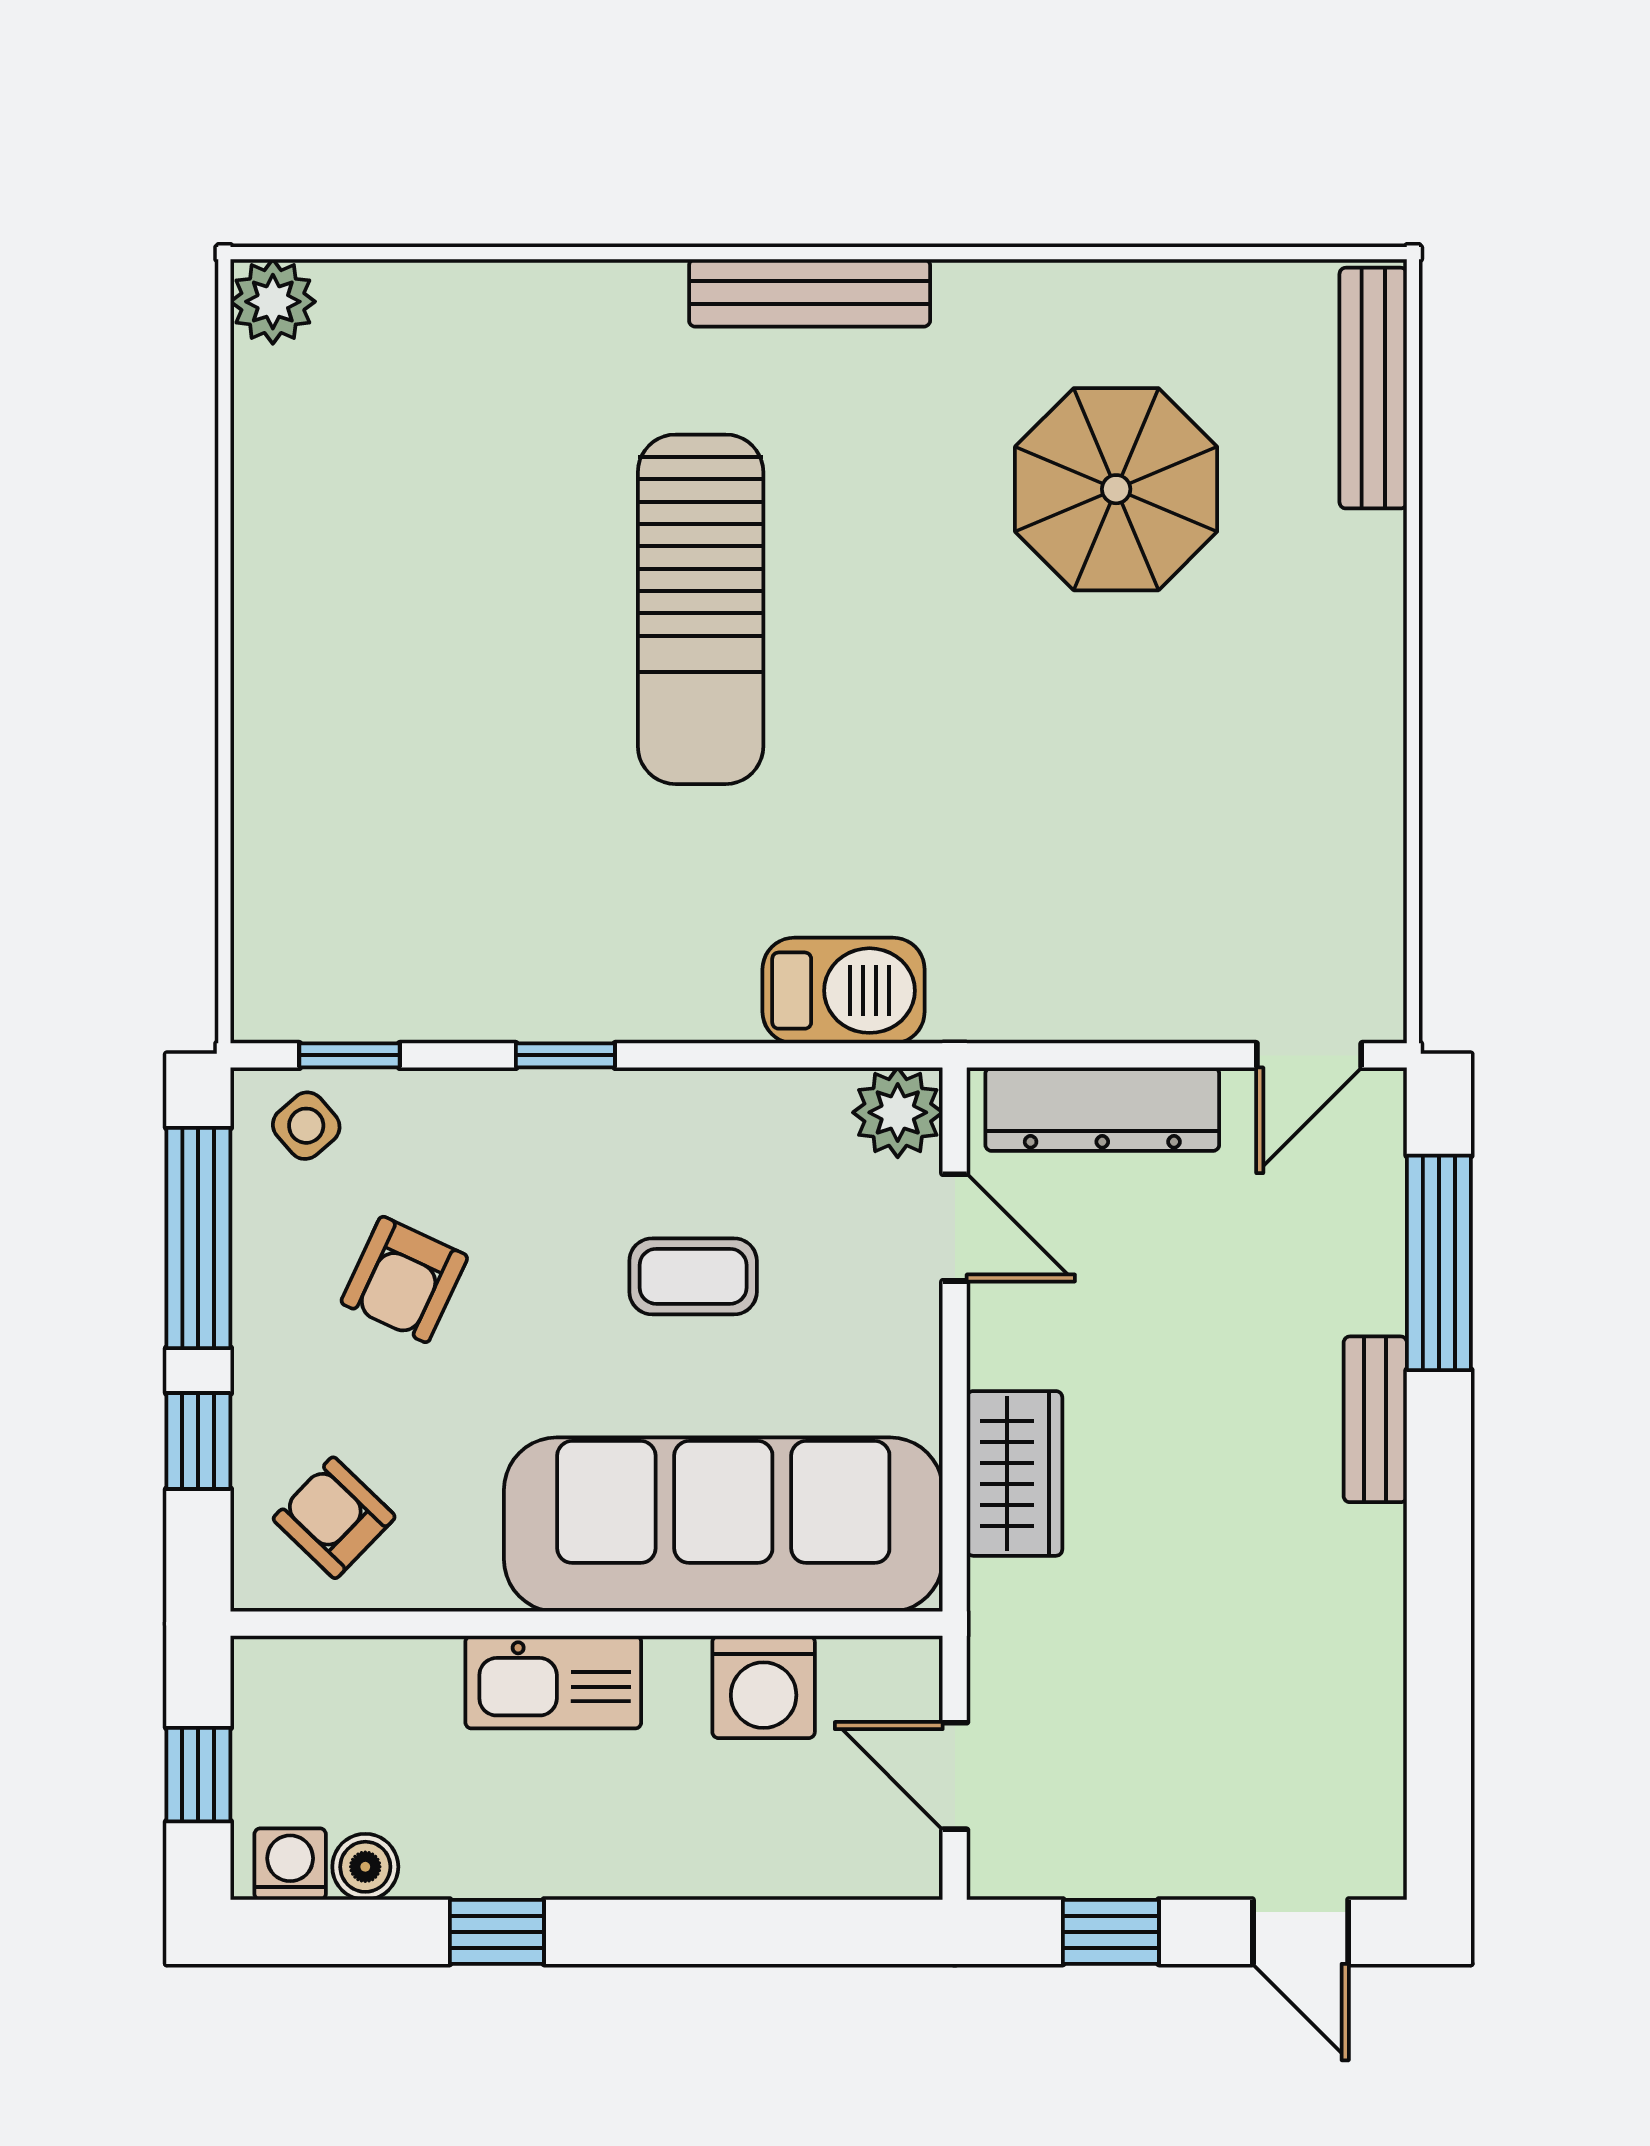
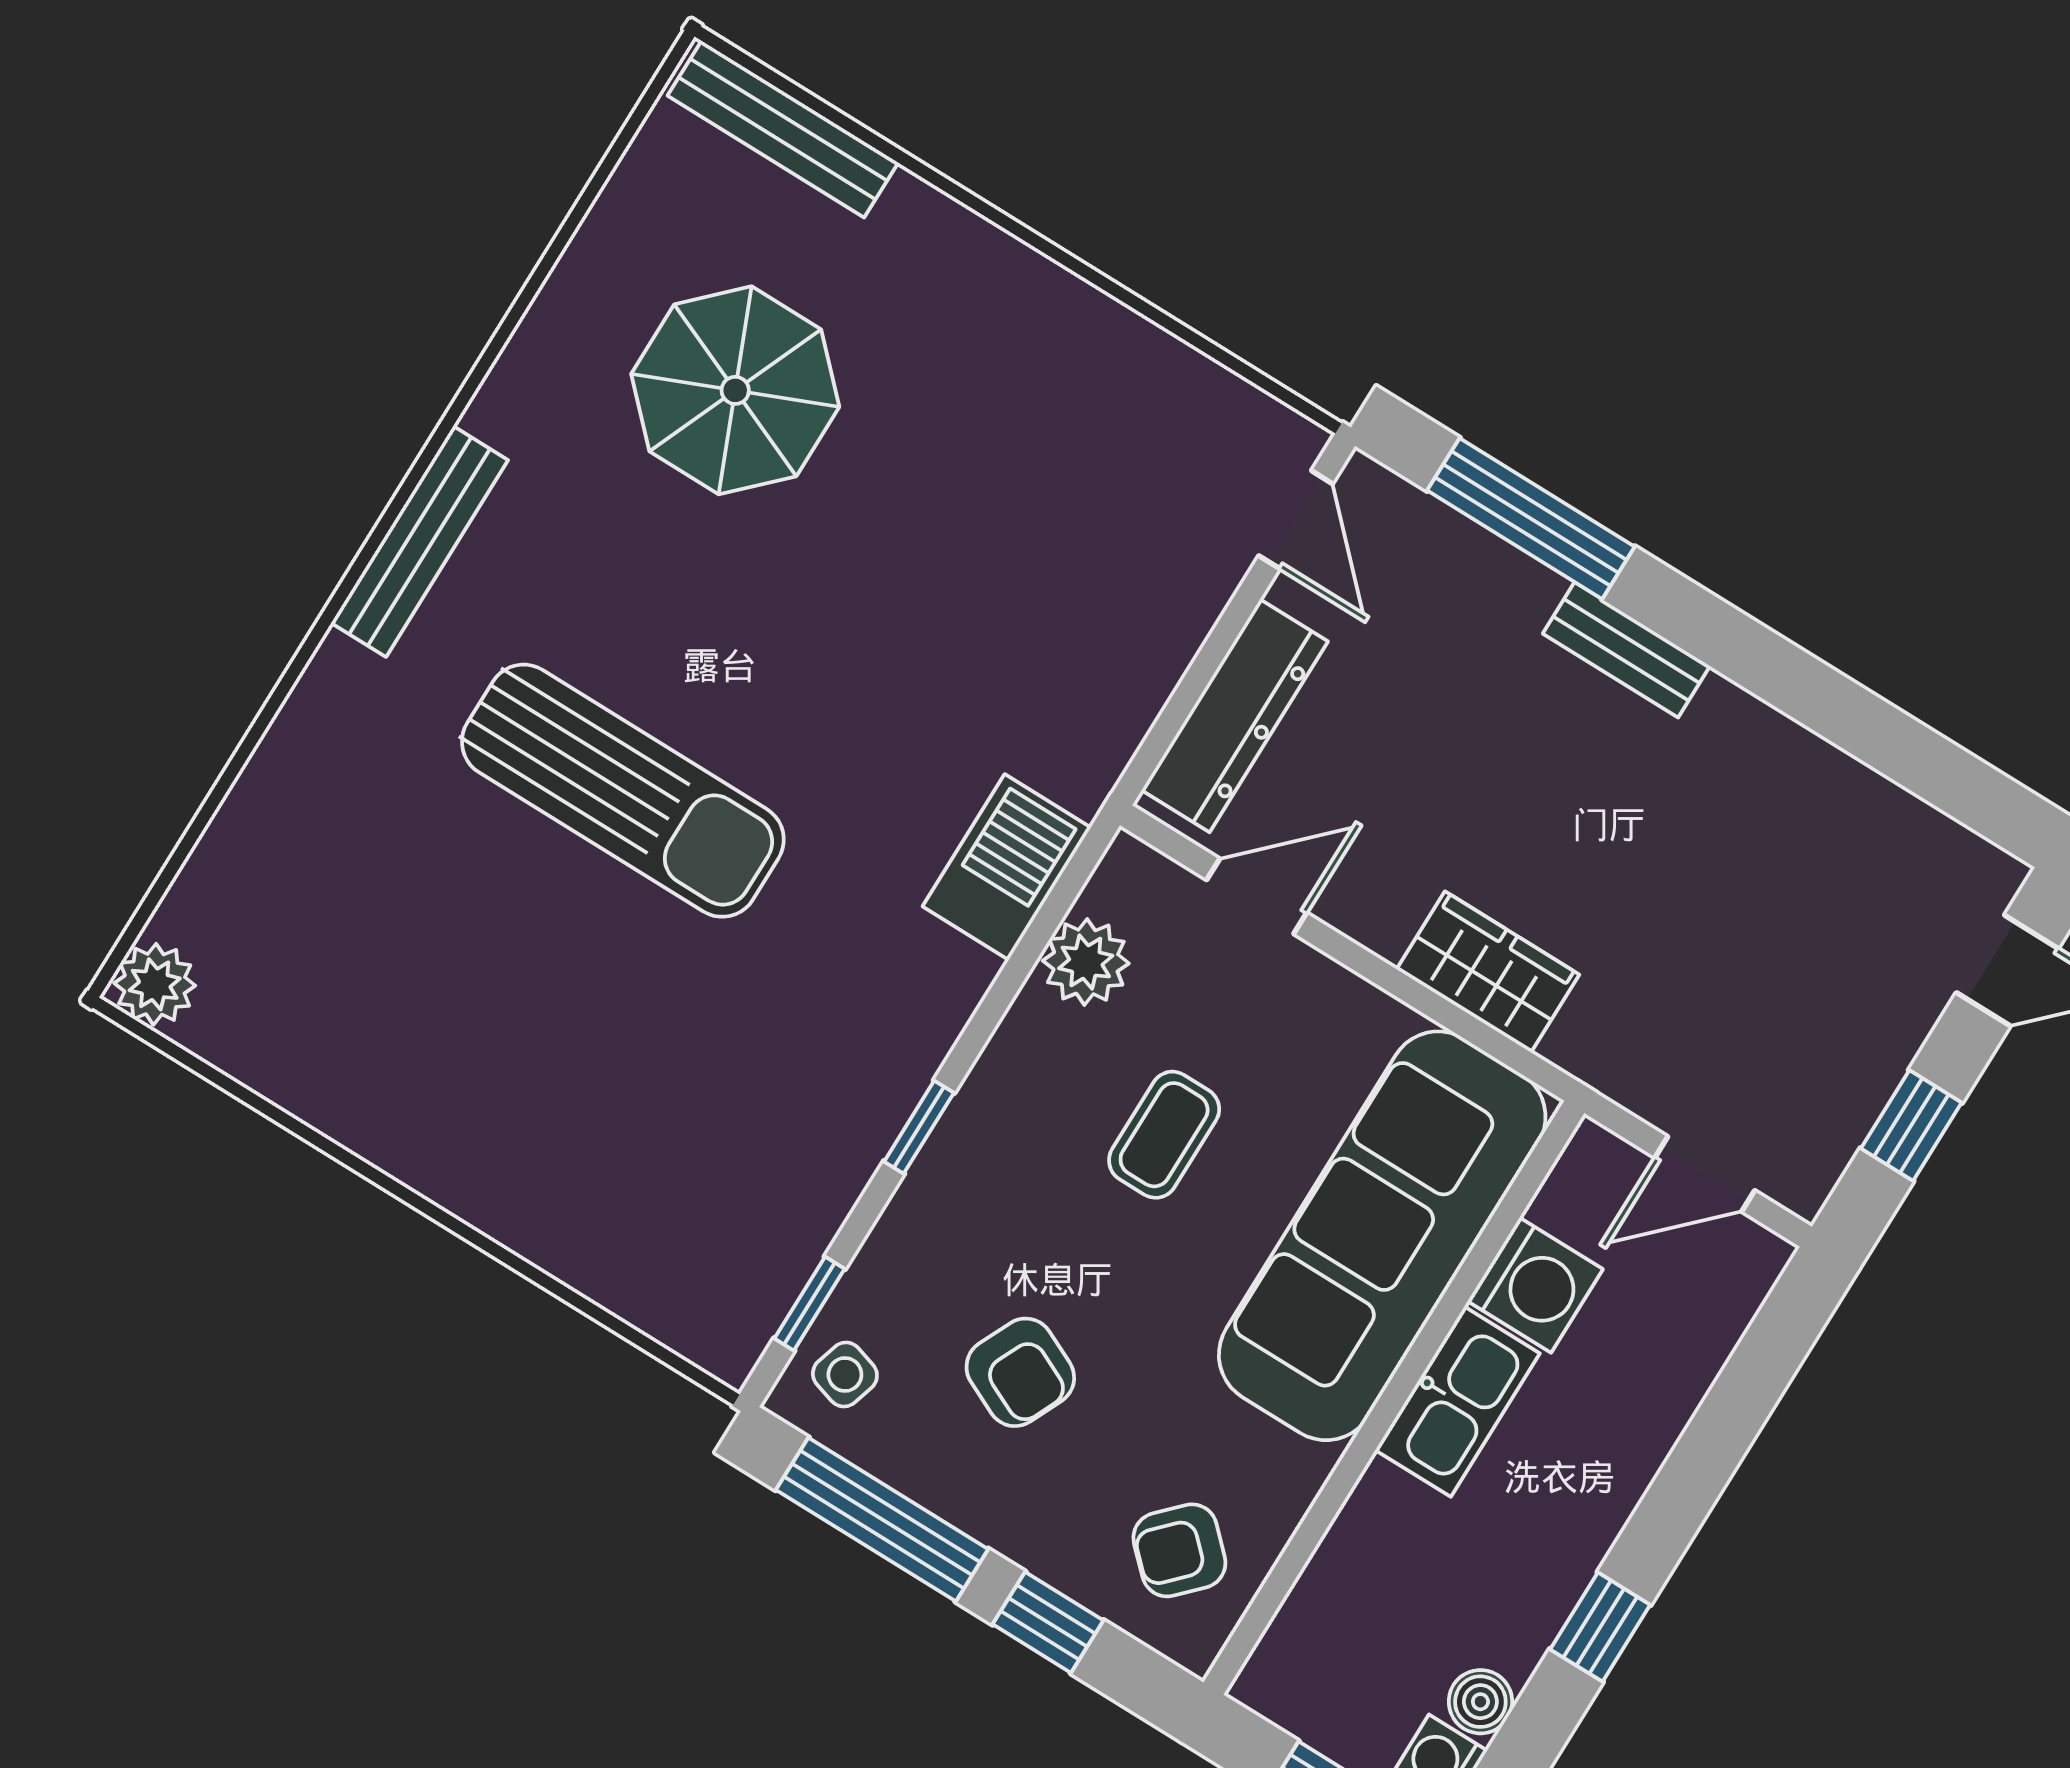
plant: (898, 1112) -> (1086, 962), moved
side table: (306, 1126) -> (845, 1375), turned -32
kitchen sink: (553, 1682) -> (1458, 1402), moved

